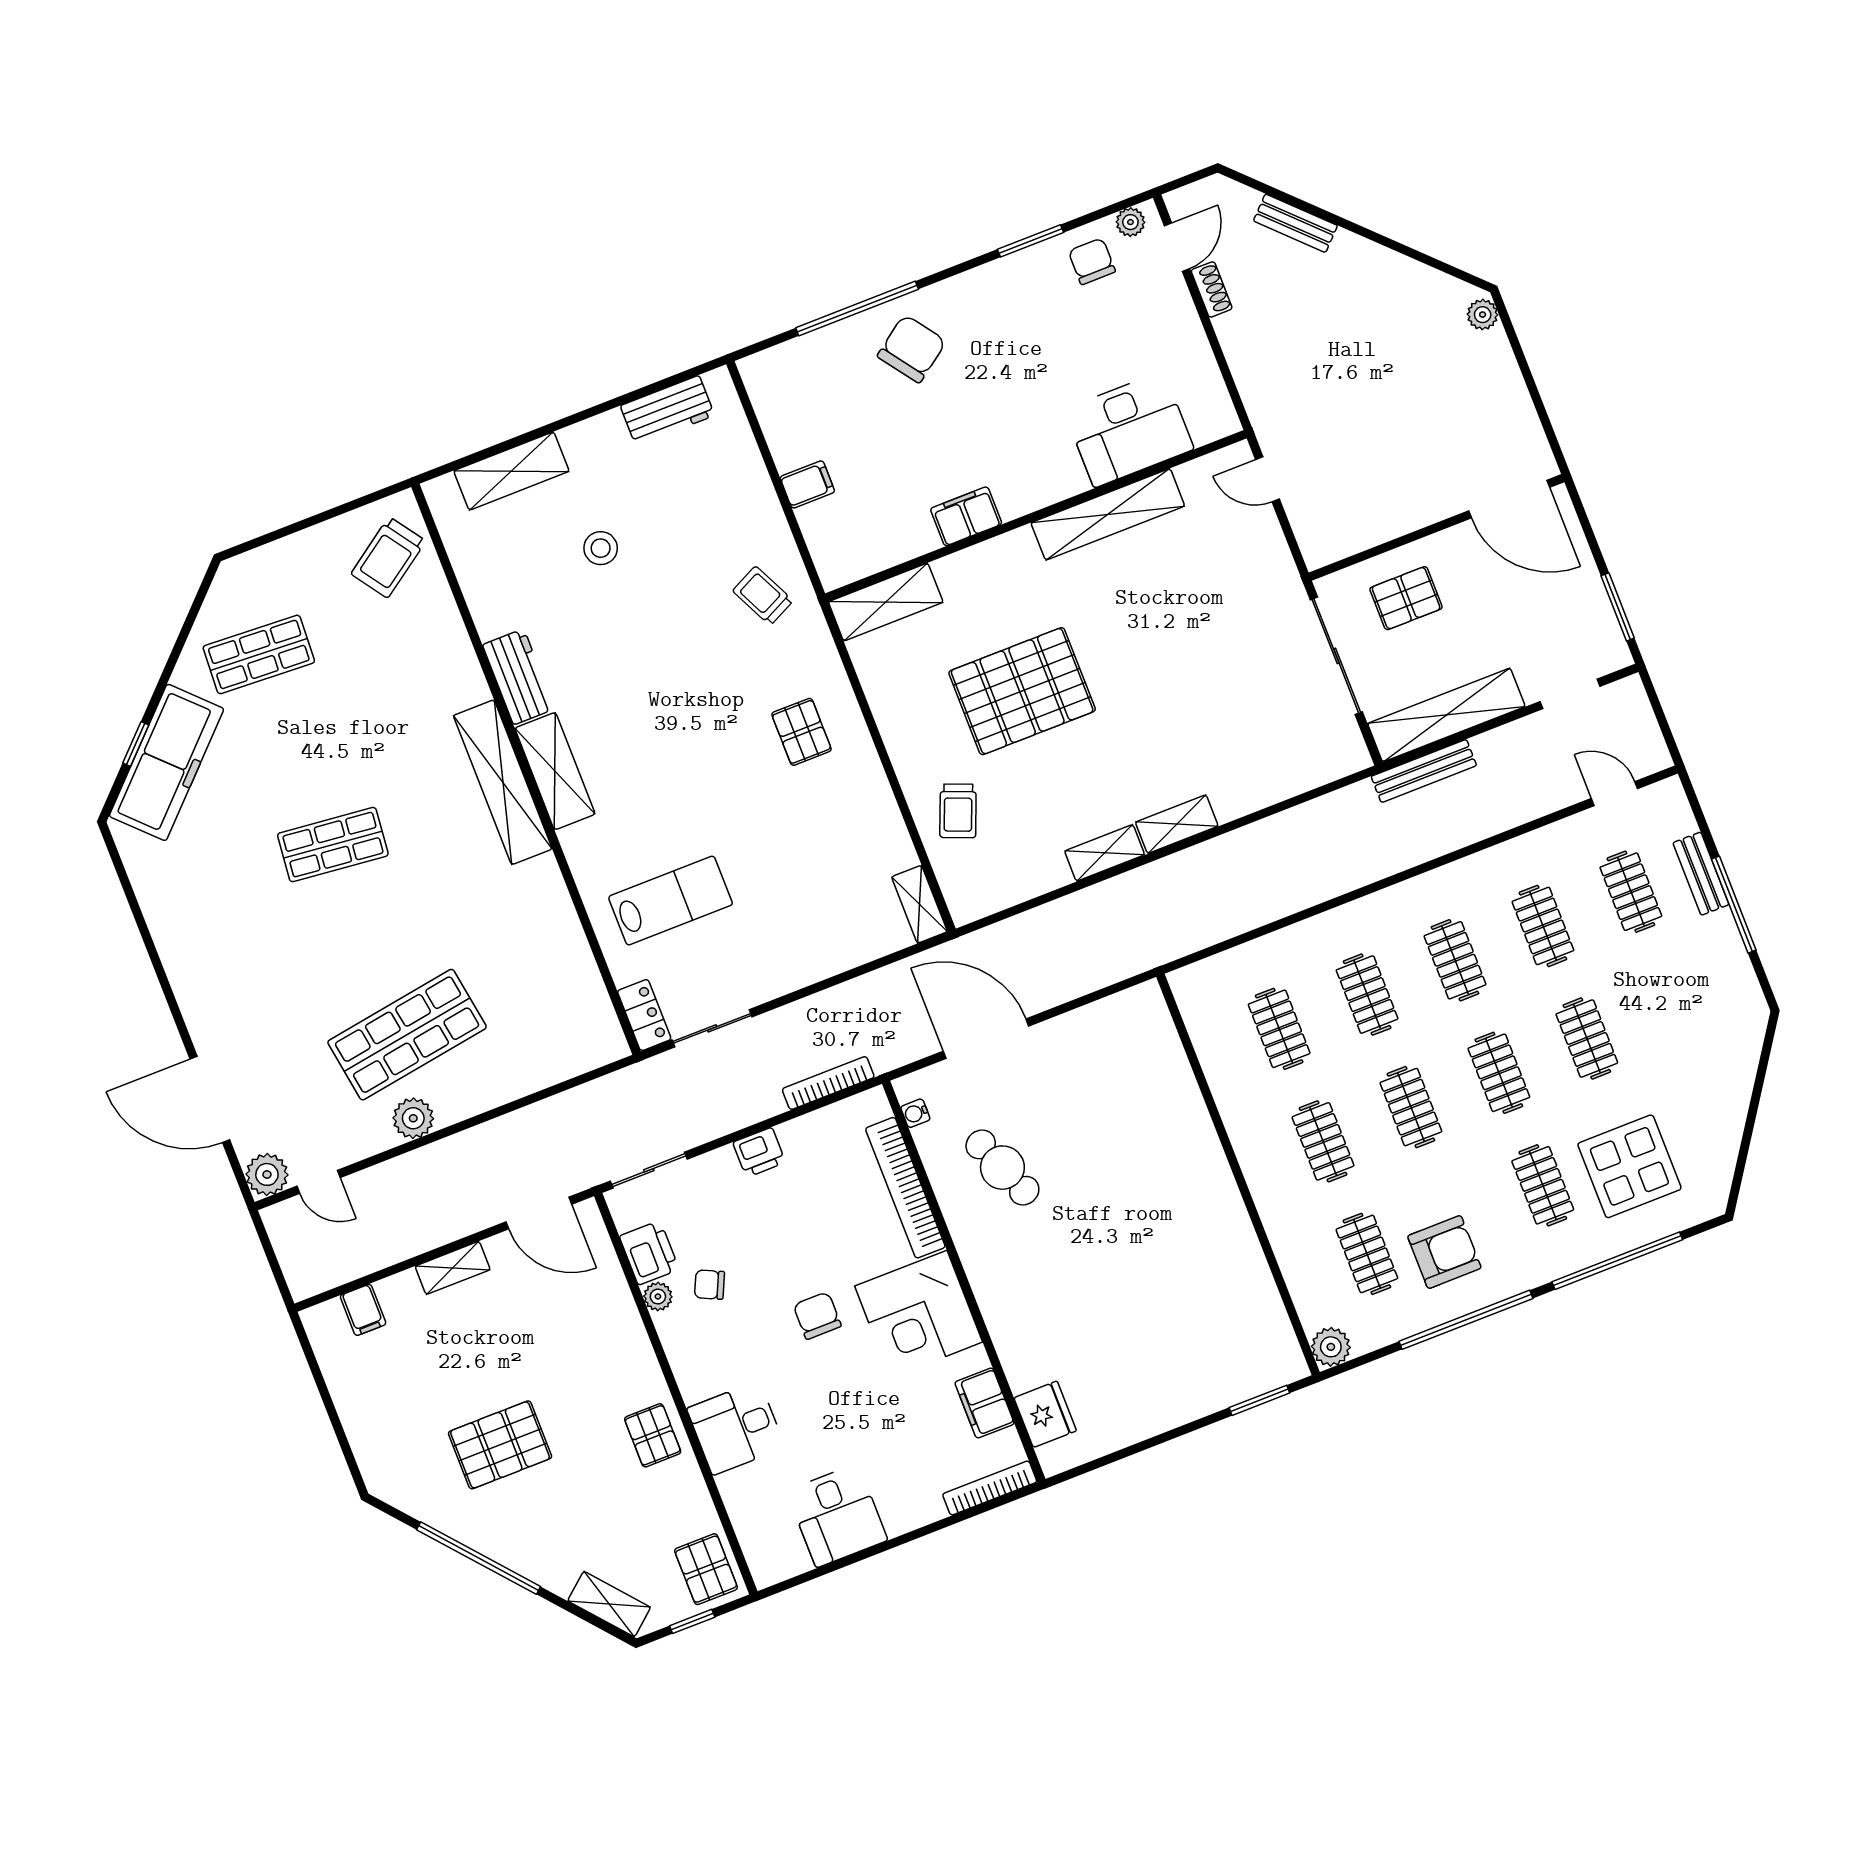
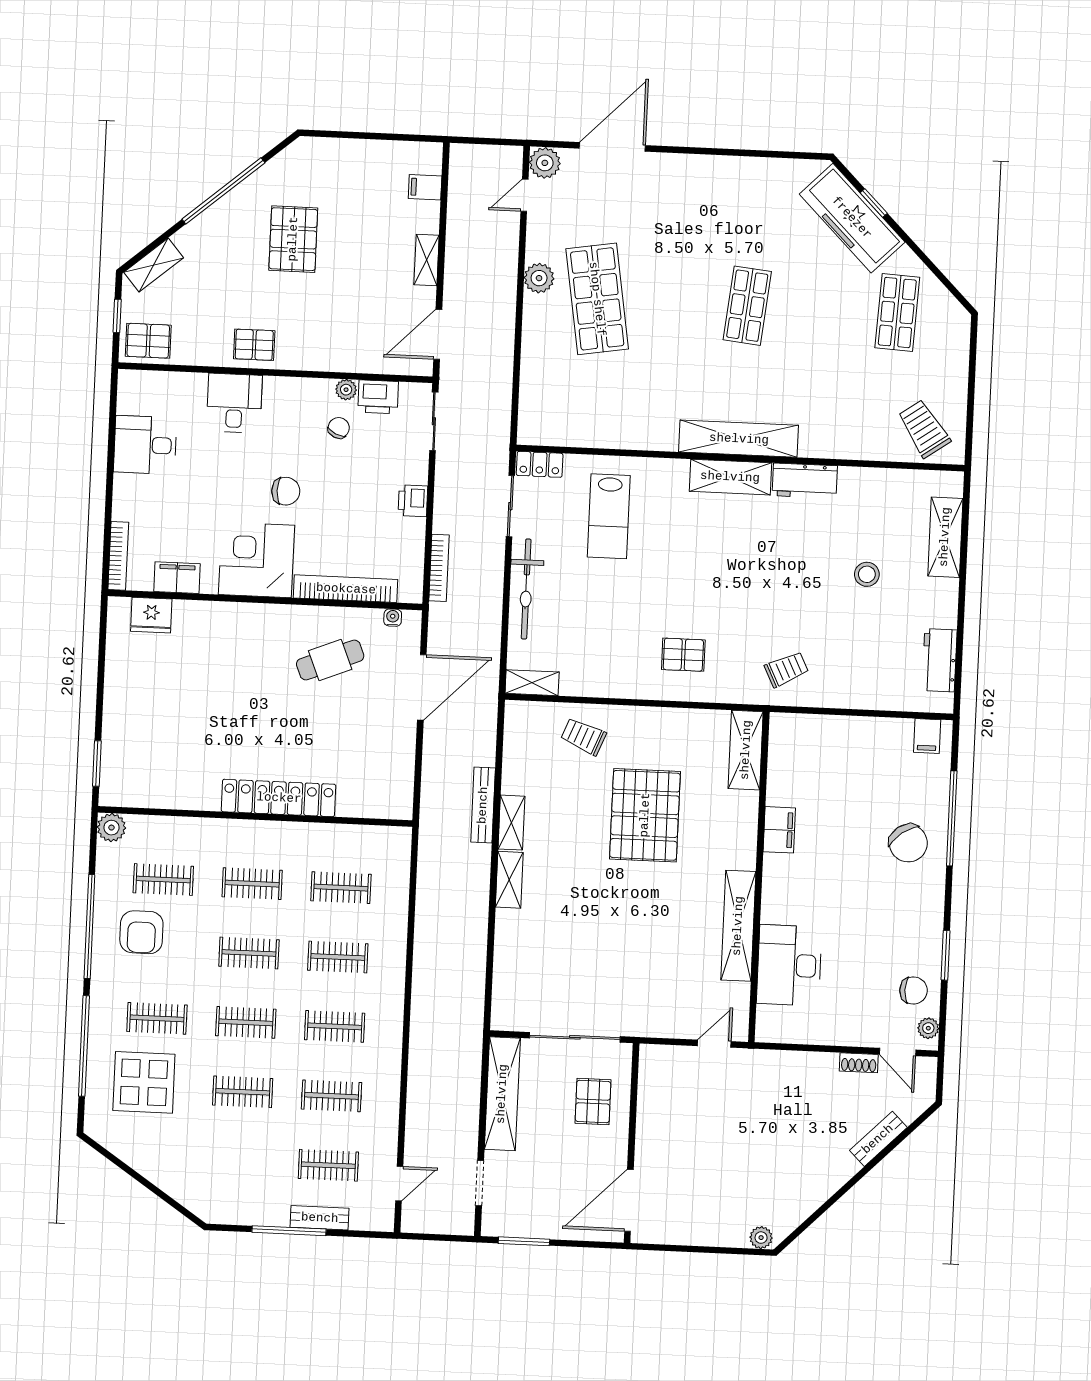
filing cabinet: (807, 484) -> (927, 736), moved
bench: (1424, 771) -> (483, 805), moved
bicycle: (806, 963) -> (526, 589), added
locker: (1202, 1156) -> (279, 798), added

